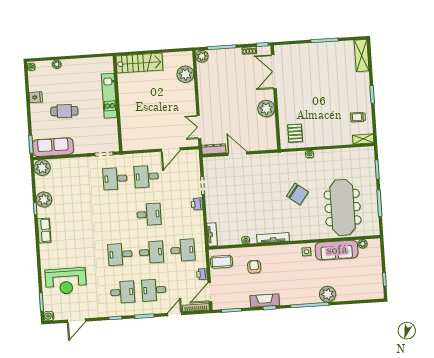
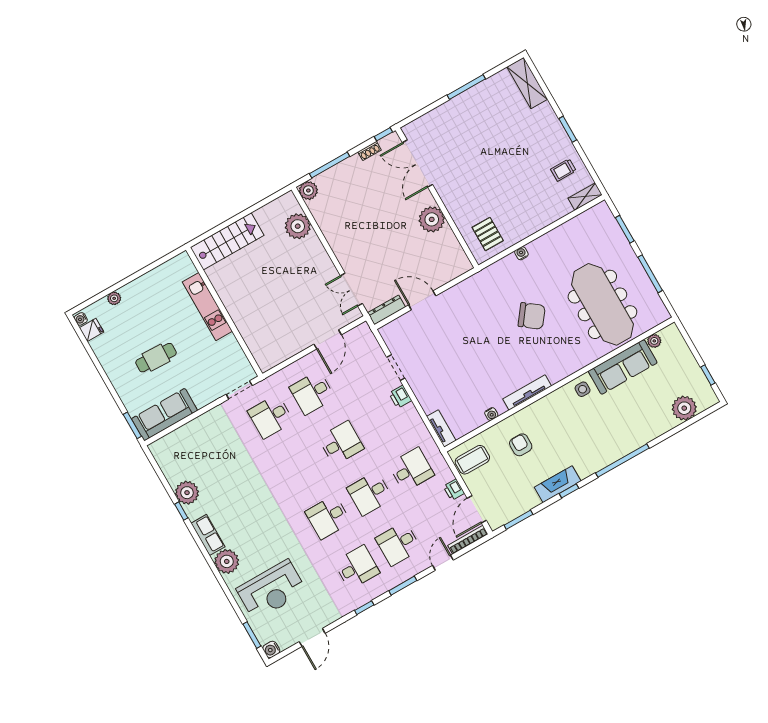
fridge: (36, 97) -> (92, 330), moved
plant: (42, 168) -> (227, 561), moved
desk: (151, 252) -> (370, 493), turned 180
plant: (328, 294) -> (684, 408), moved

